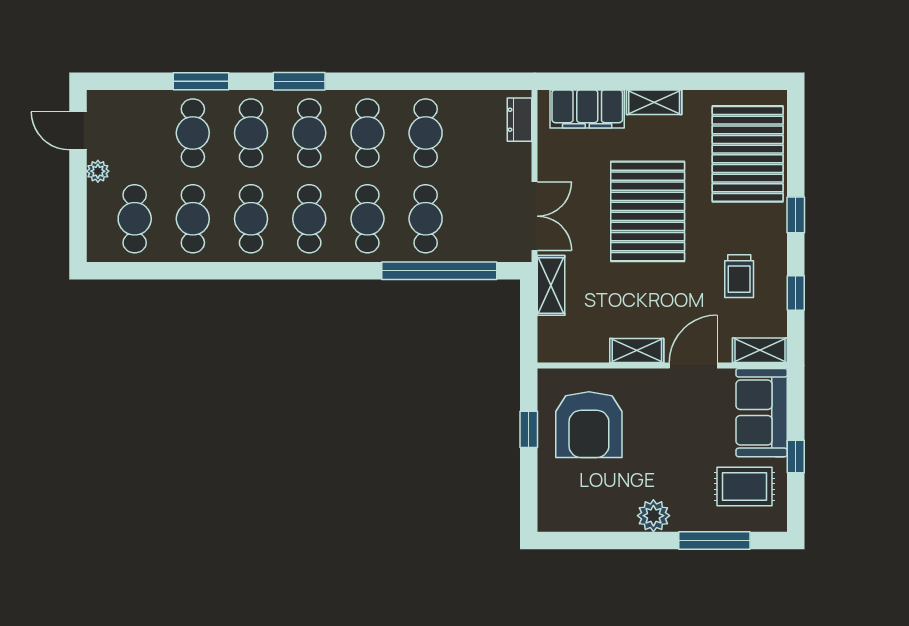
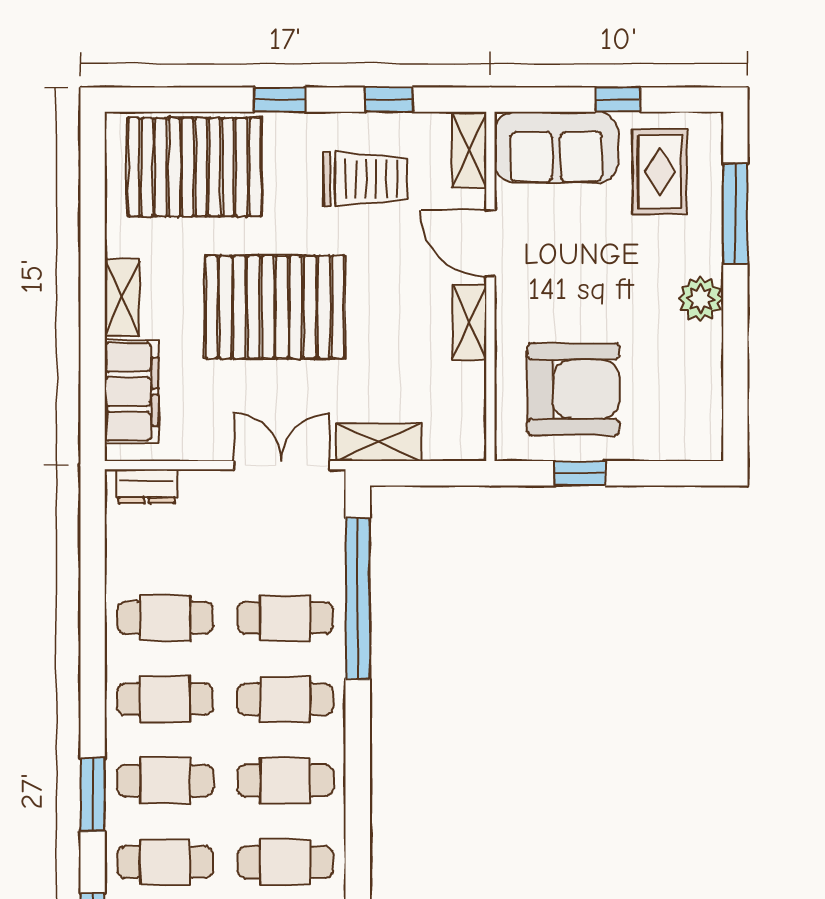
trolley: (739, 276) -> (365, 179), width x1.36, depth x1.39

